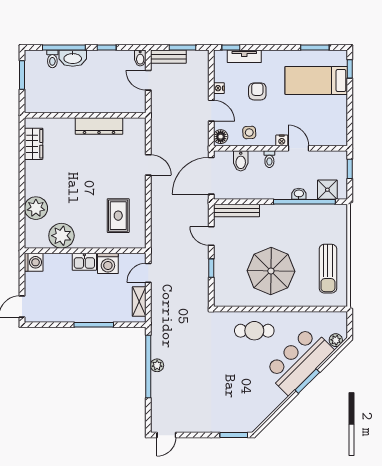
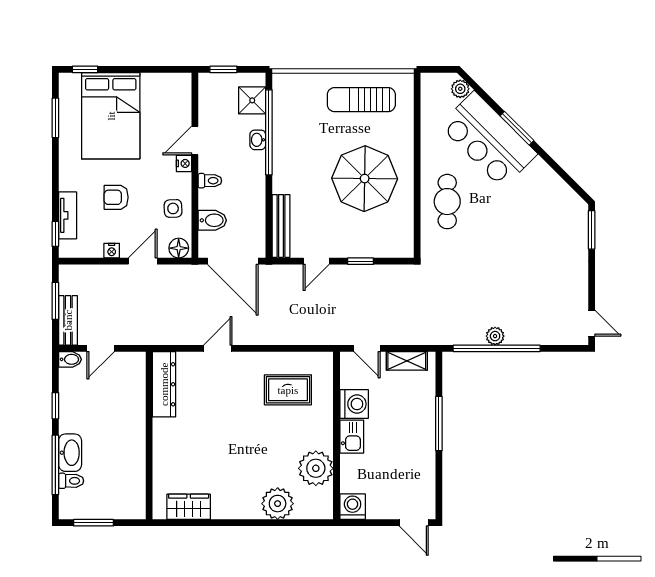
bed: (316, 80) -> (111, 116), width x1.50
dresser: (99, 126) -> (164, 384), moved
sun lounger: (328, 269) -> (361, 100), turned 180

